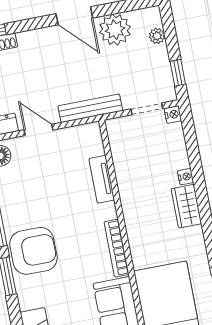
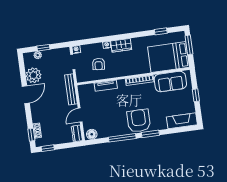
window: (178, 73) -> (43, 48), moved
armchair: (145, 162) -> (99, 64), added

